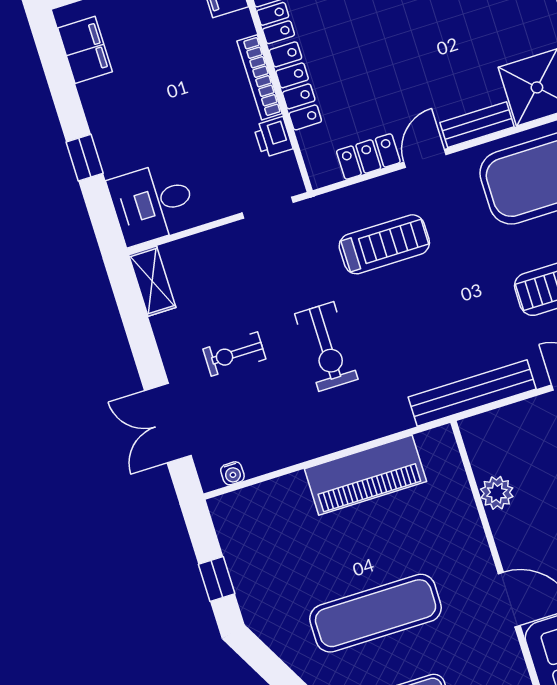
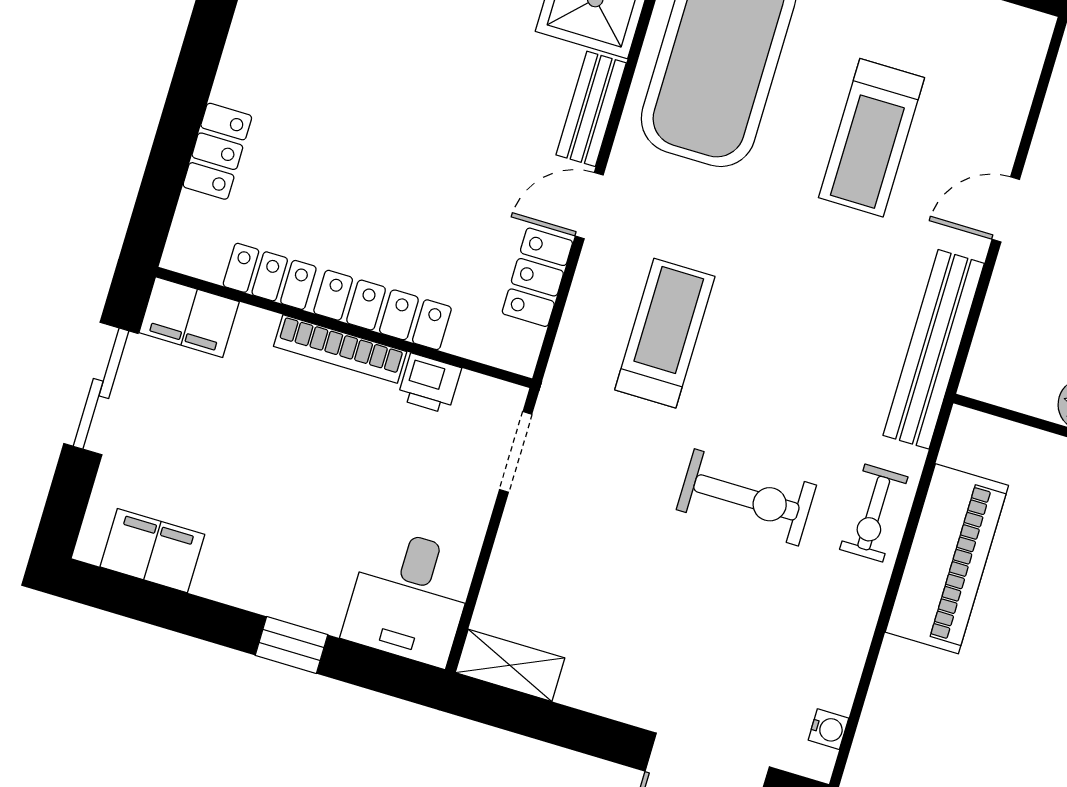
door: (425, 158) -> (589, 206), hinge flipped
exercise bike: (234, 354) -> (874, 513), moved

